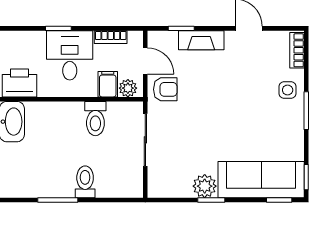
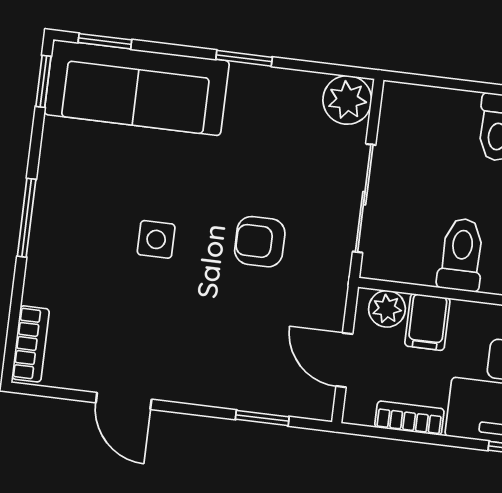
fireplace: (201, 40) -> (224, 389), removed
armchair: (165, 89) -> (260, 242), moved
side table: (288, 90) -> (156, 239), moved
plant: (205, 186) -> (347, 100), moved

